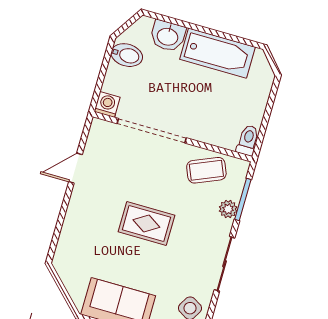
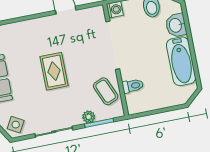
toilet: (248, 140) -> (133, 86), moved

